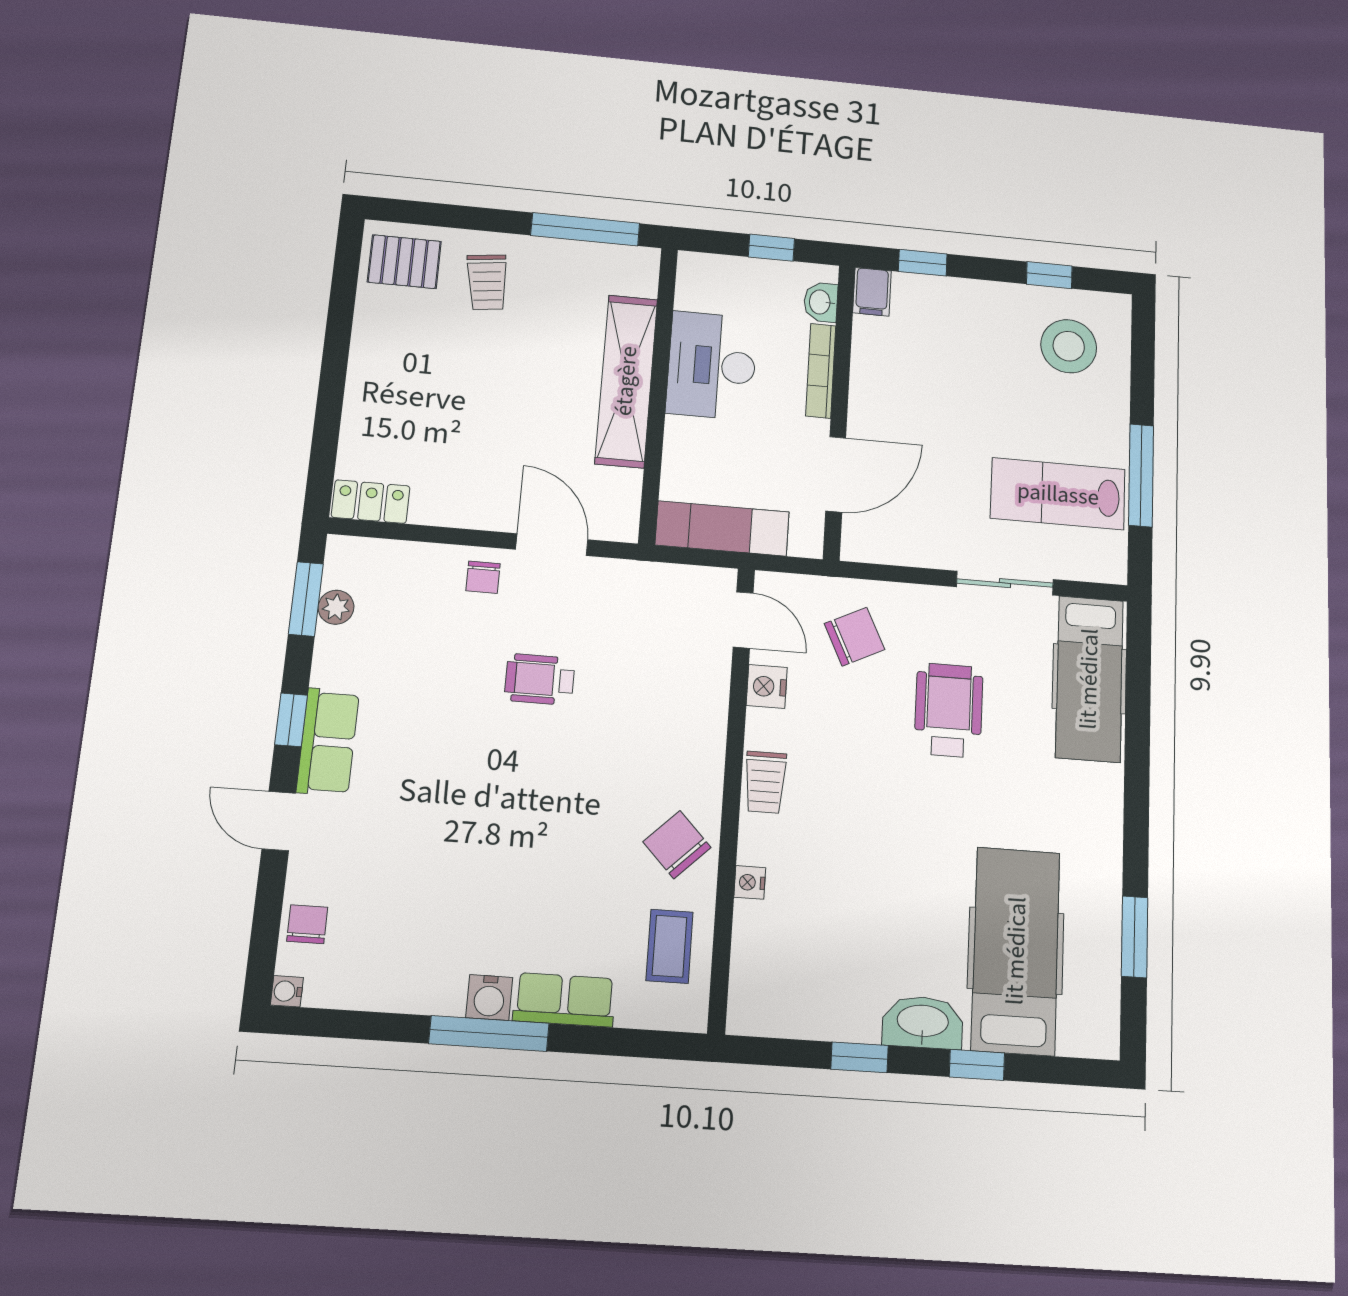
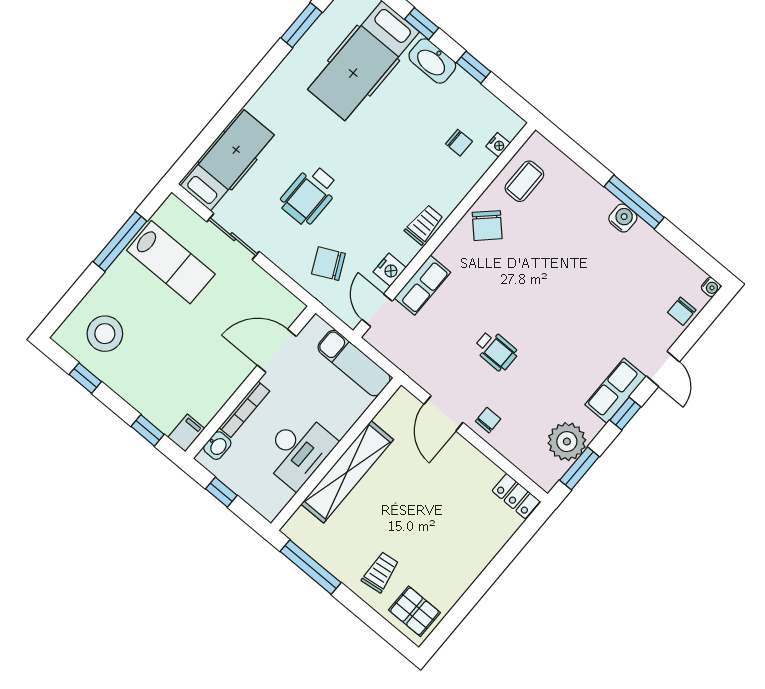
plant: (336, 607) -> (567, 442), width x1.88, depth x1.88
nightstand: (750, 882) -> (498, 145), moved
chair: (801, 933) -> (459, 143), added
row of seats: (564, 1000) -> (422, 285), moved, turned -90

